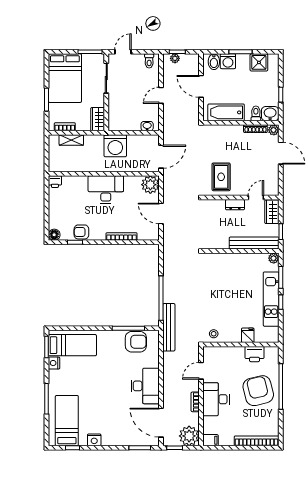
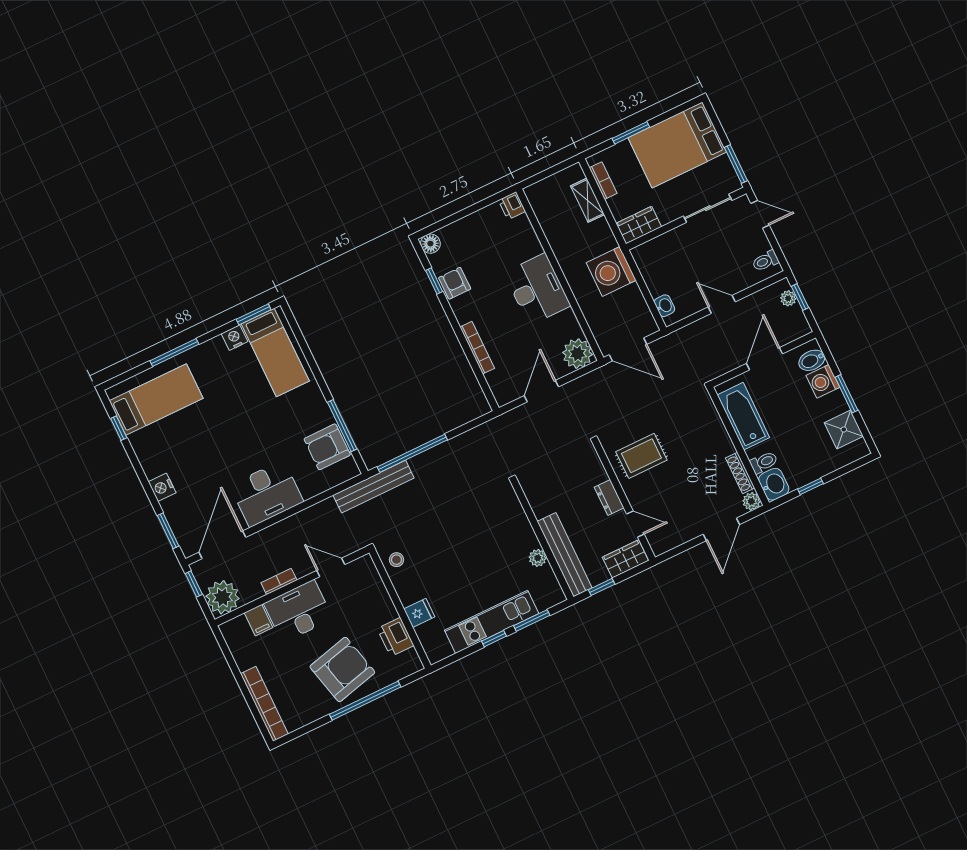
plant: (274, 258) -> (538, 558), moved
armchair: (136, 342) -> (327, 447), turned 90
nightstand: (94, 440) -> (162, 487), moved
filing cabinet: (210, 440) -> (259, 620), moved

